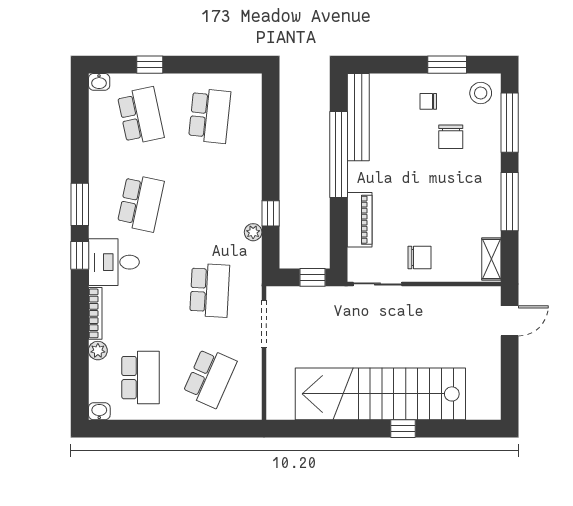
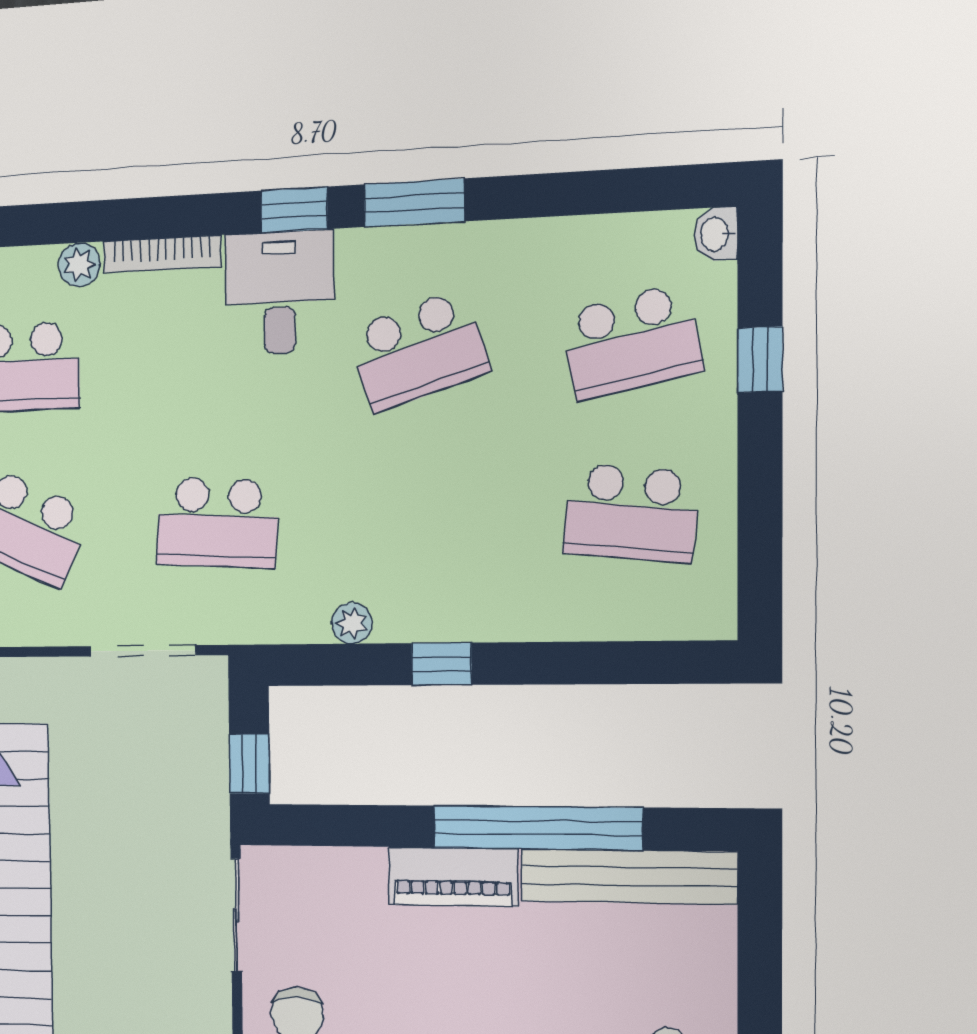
school desk: (141, 203) -> (418, 351), turned -30
window: (271, 213) -> (442, 664), moved
piano: (360, 220) -> (453, 877), moved

